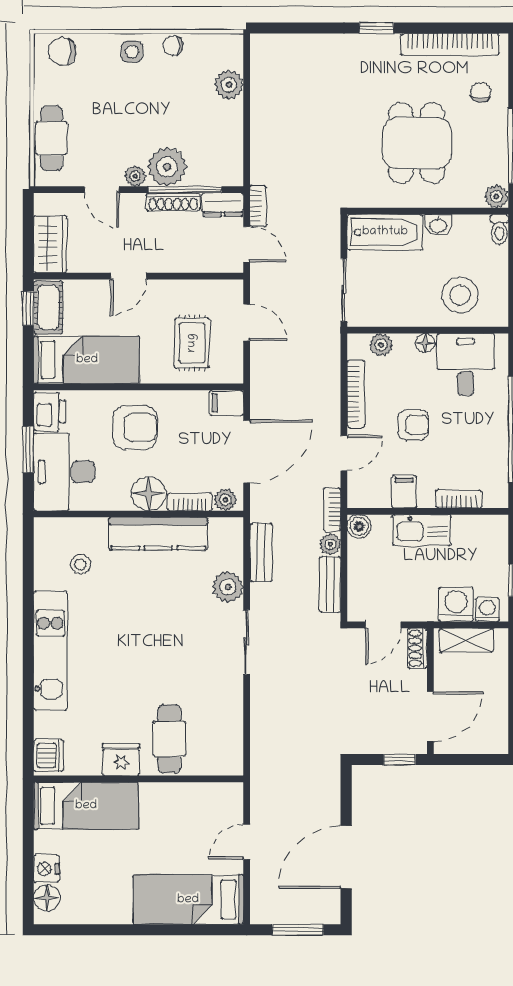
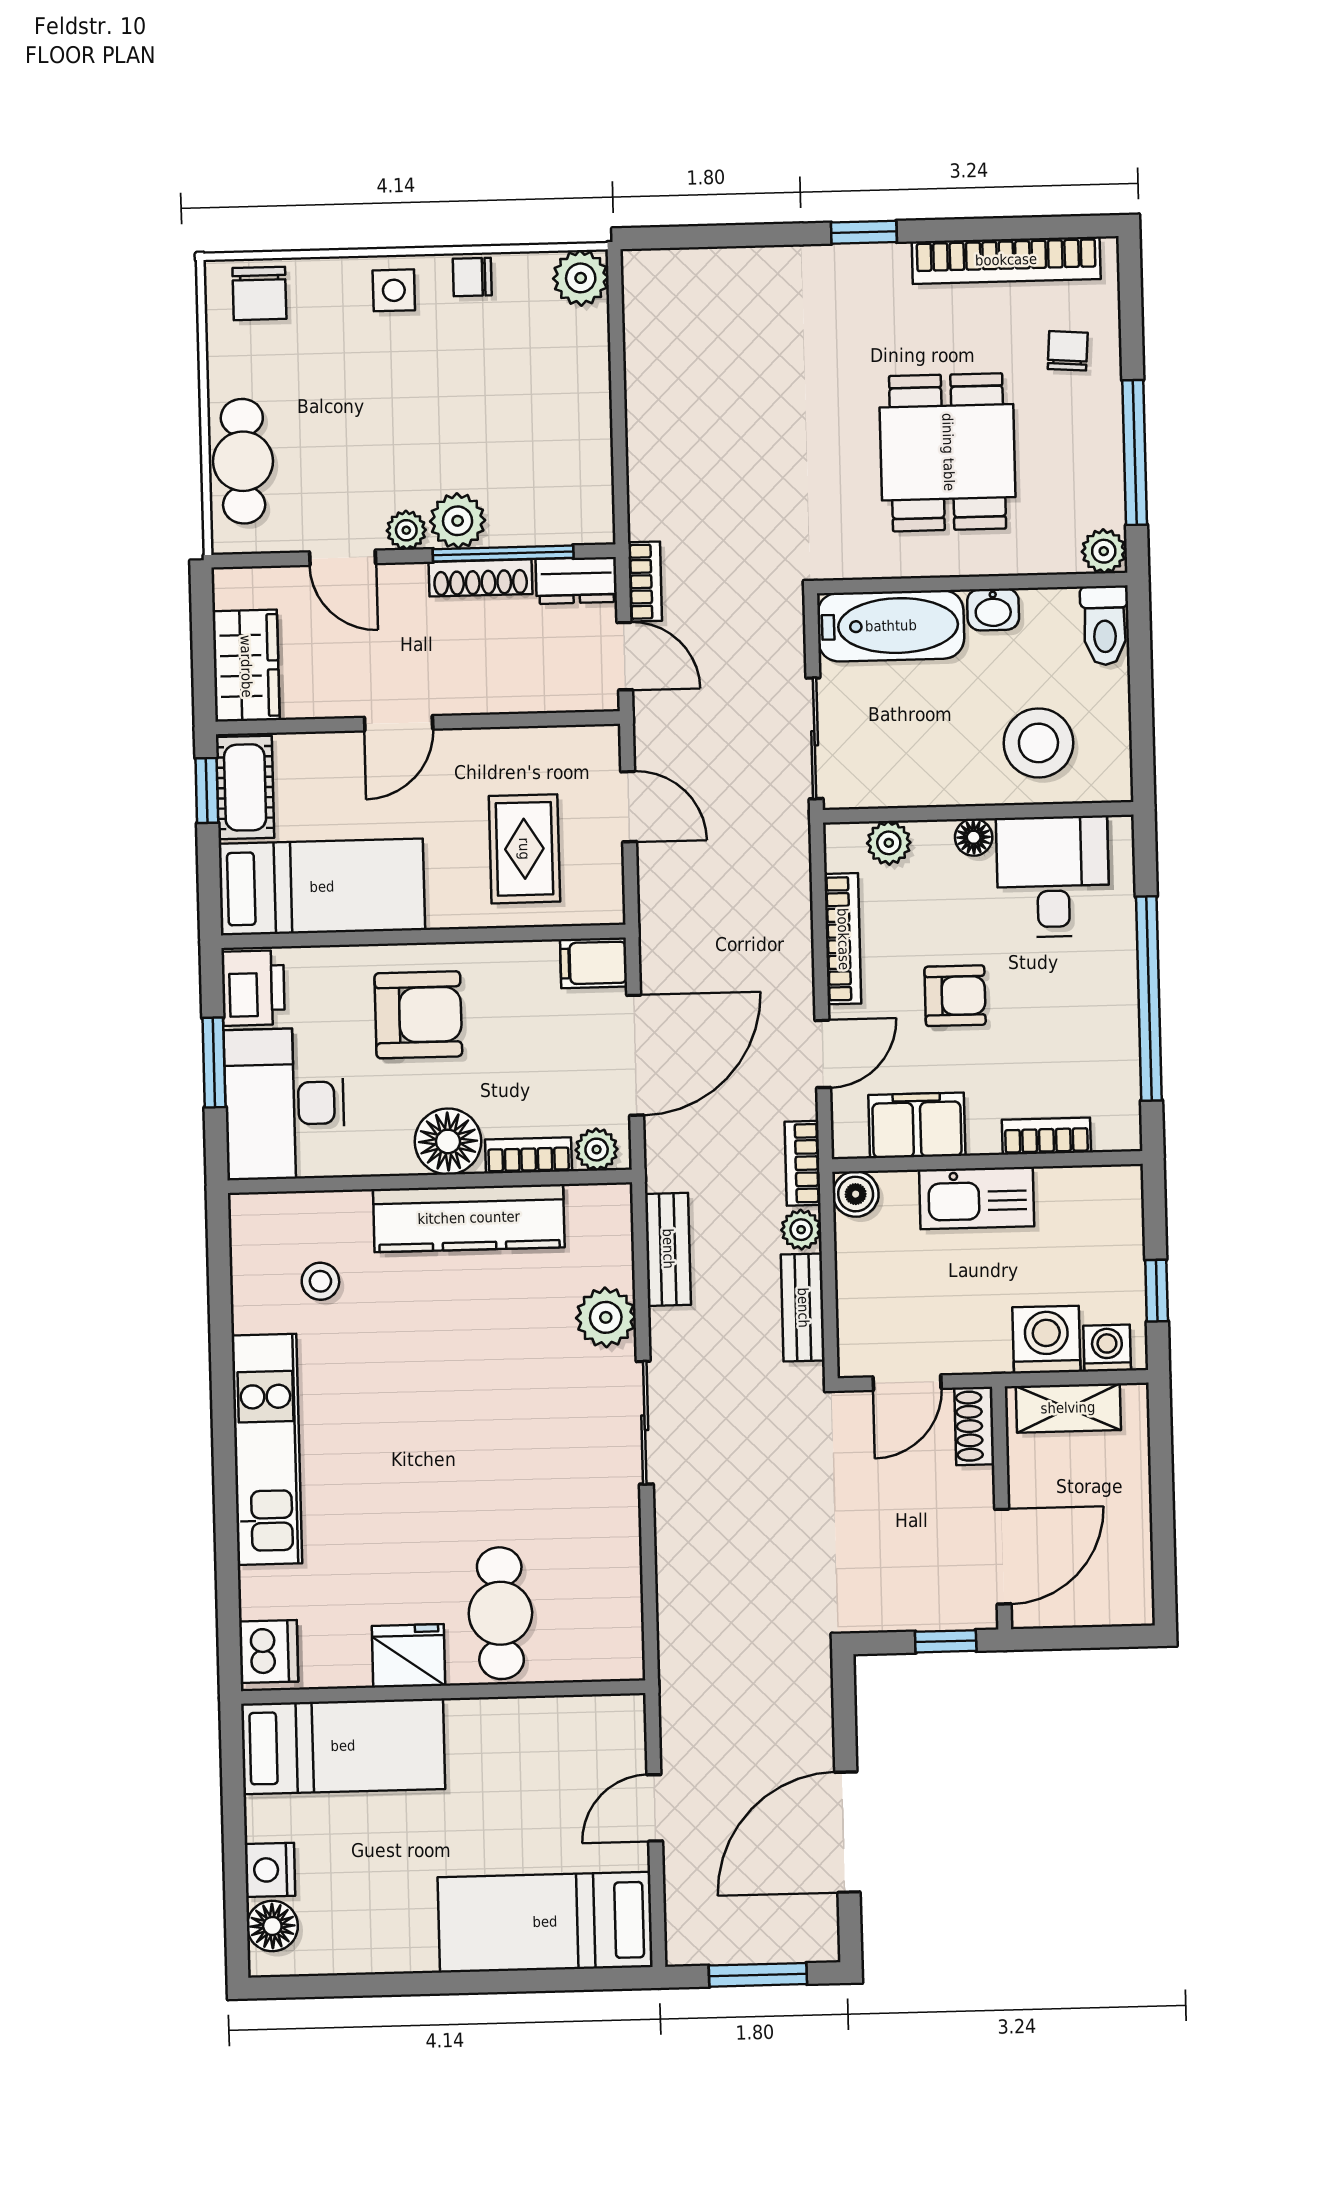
chair: (62, 51) -> (259, 293), turned -90
plant: (229, 85) -> (581, 278), moved
plant: (167, 167) -> (458, 521), width x0.73, depth x0.73
toilet: (499, 229) -> (1105, 625), width x1.37, depth x1.39
filing cabinet: (404, 492) -> (917, 1125), width x2.00

